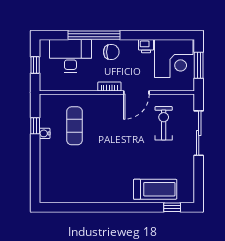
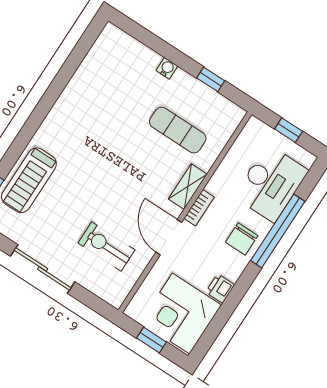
window: (199, 65) -> (152, 340), width x0.67
shelving: (102, 100) -> (188, 187), added
exercise bike: (164, 123) -> (106, 246), turned 180
water cooler: (45, 133) -> (167, 68), moved
sliding door: (199, 133) -> (43, 269), moved

